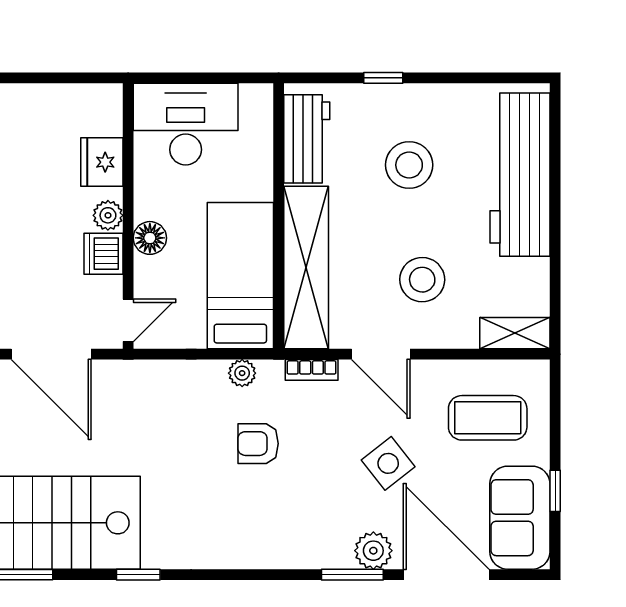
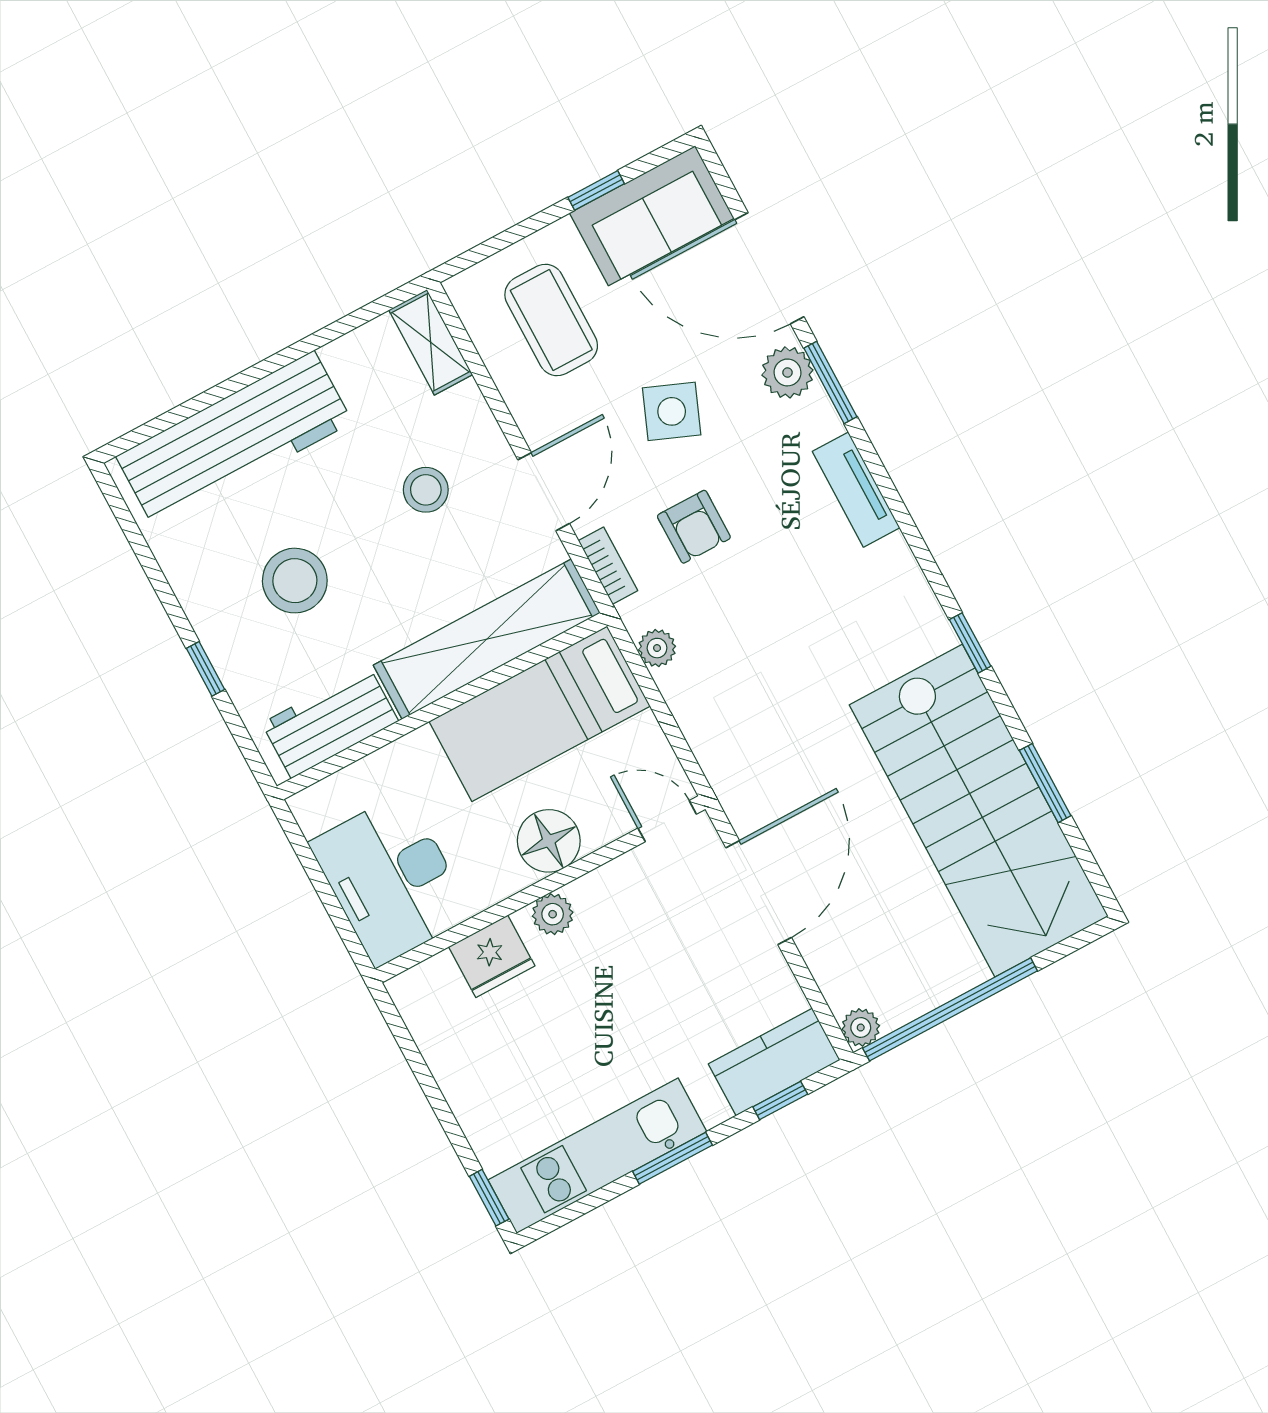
floor lamp: (150, 238) -> (549, 841), width x1.38, depth x1.38
dishwasher: (104, 254) -> (602, 895), removed
stool: (422, 280) -> (426, 490), width x0.73, depth x0.73
armchair: (258, 444) -> (694, 527), moved
side table: (388, 463) -> (672, 411), turned -30
tv unit: (275, 554) -> (856, 490), added
door: (446, 575) -> (769, 268), hinge flipped

